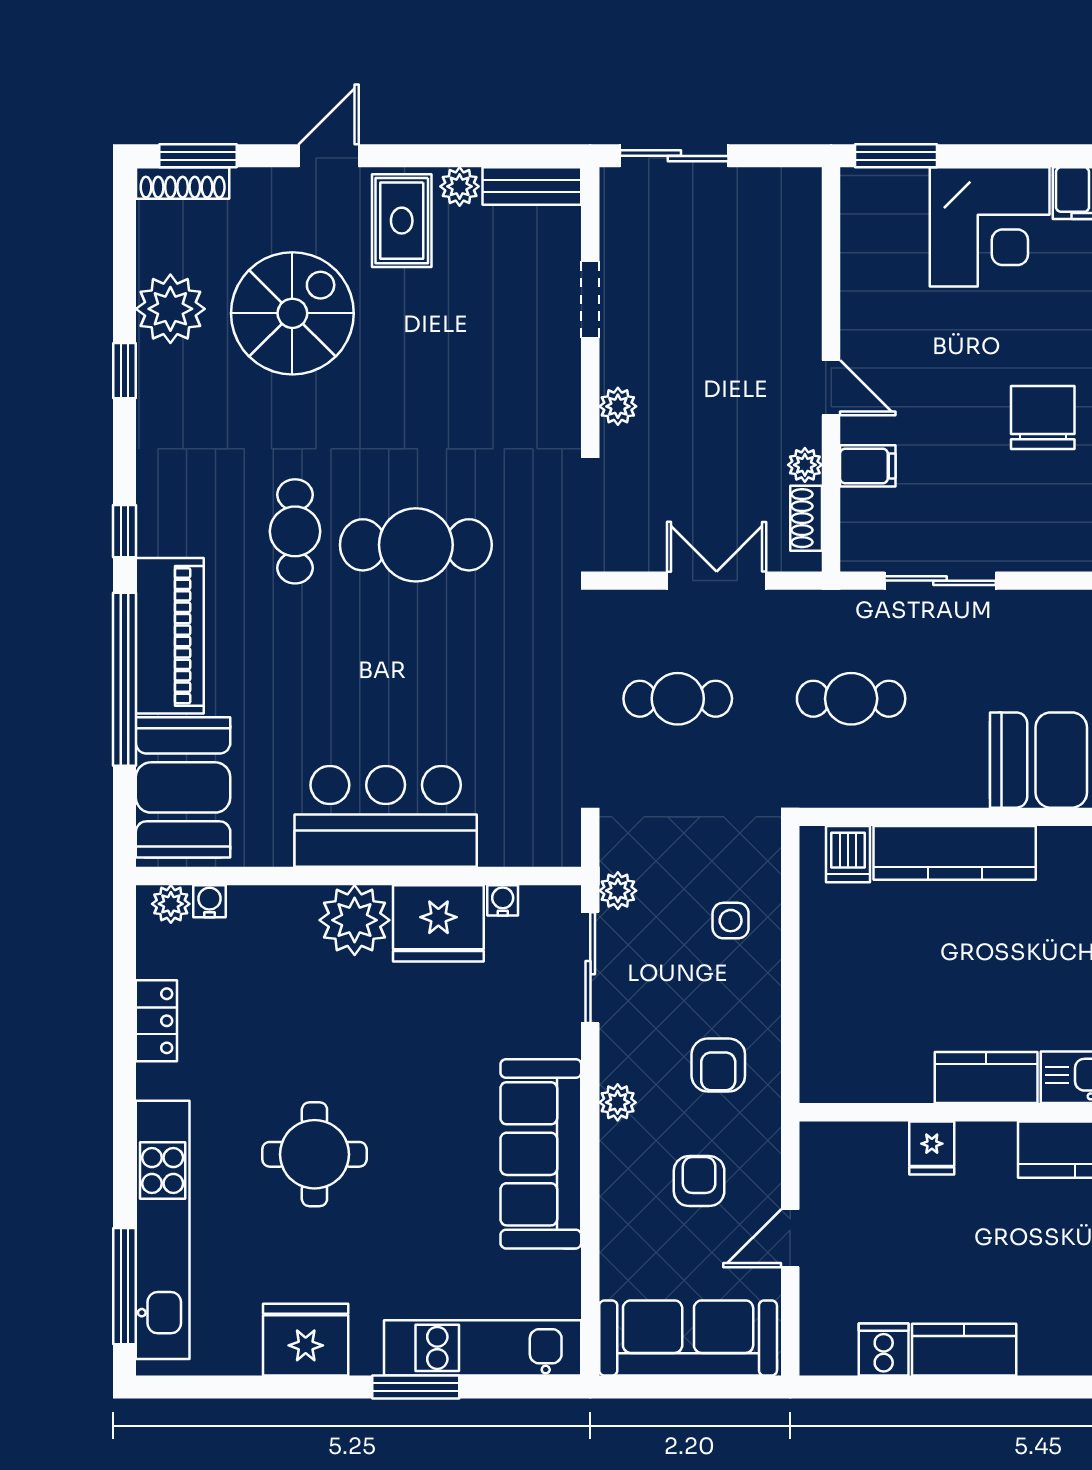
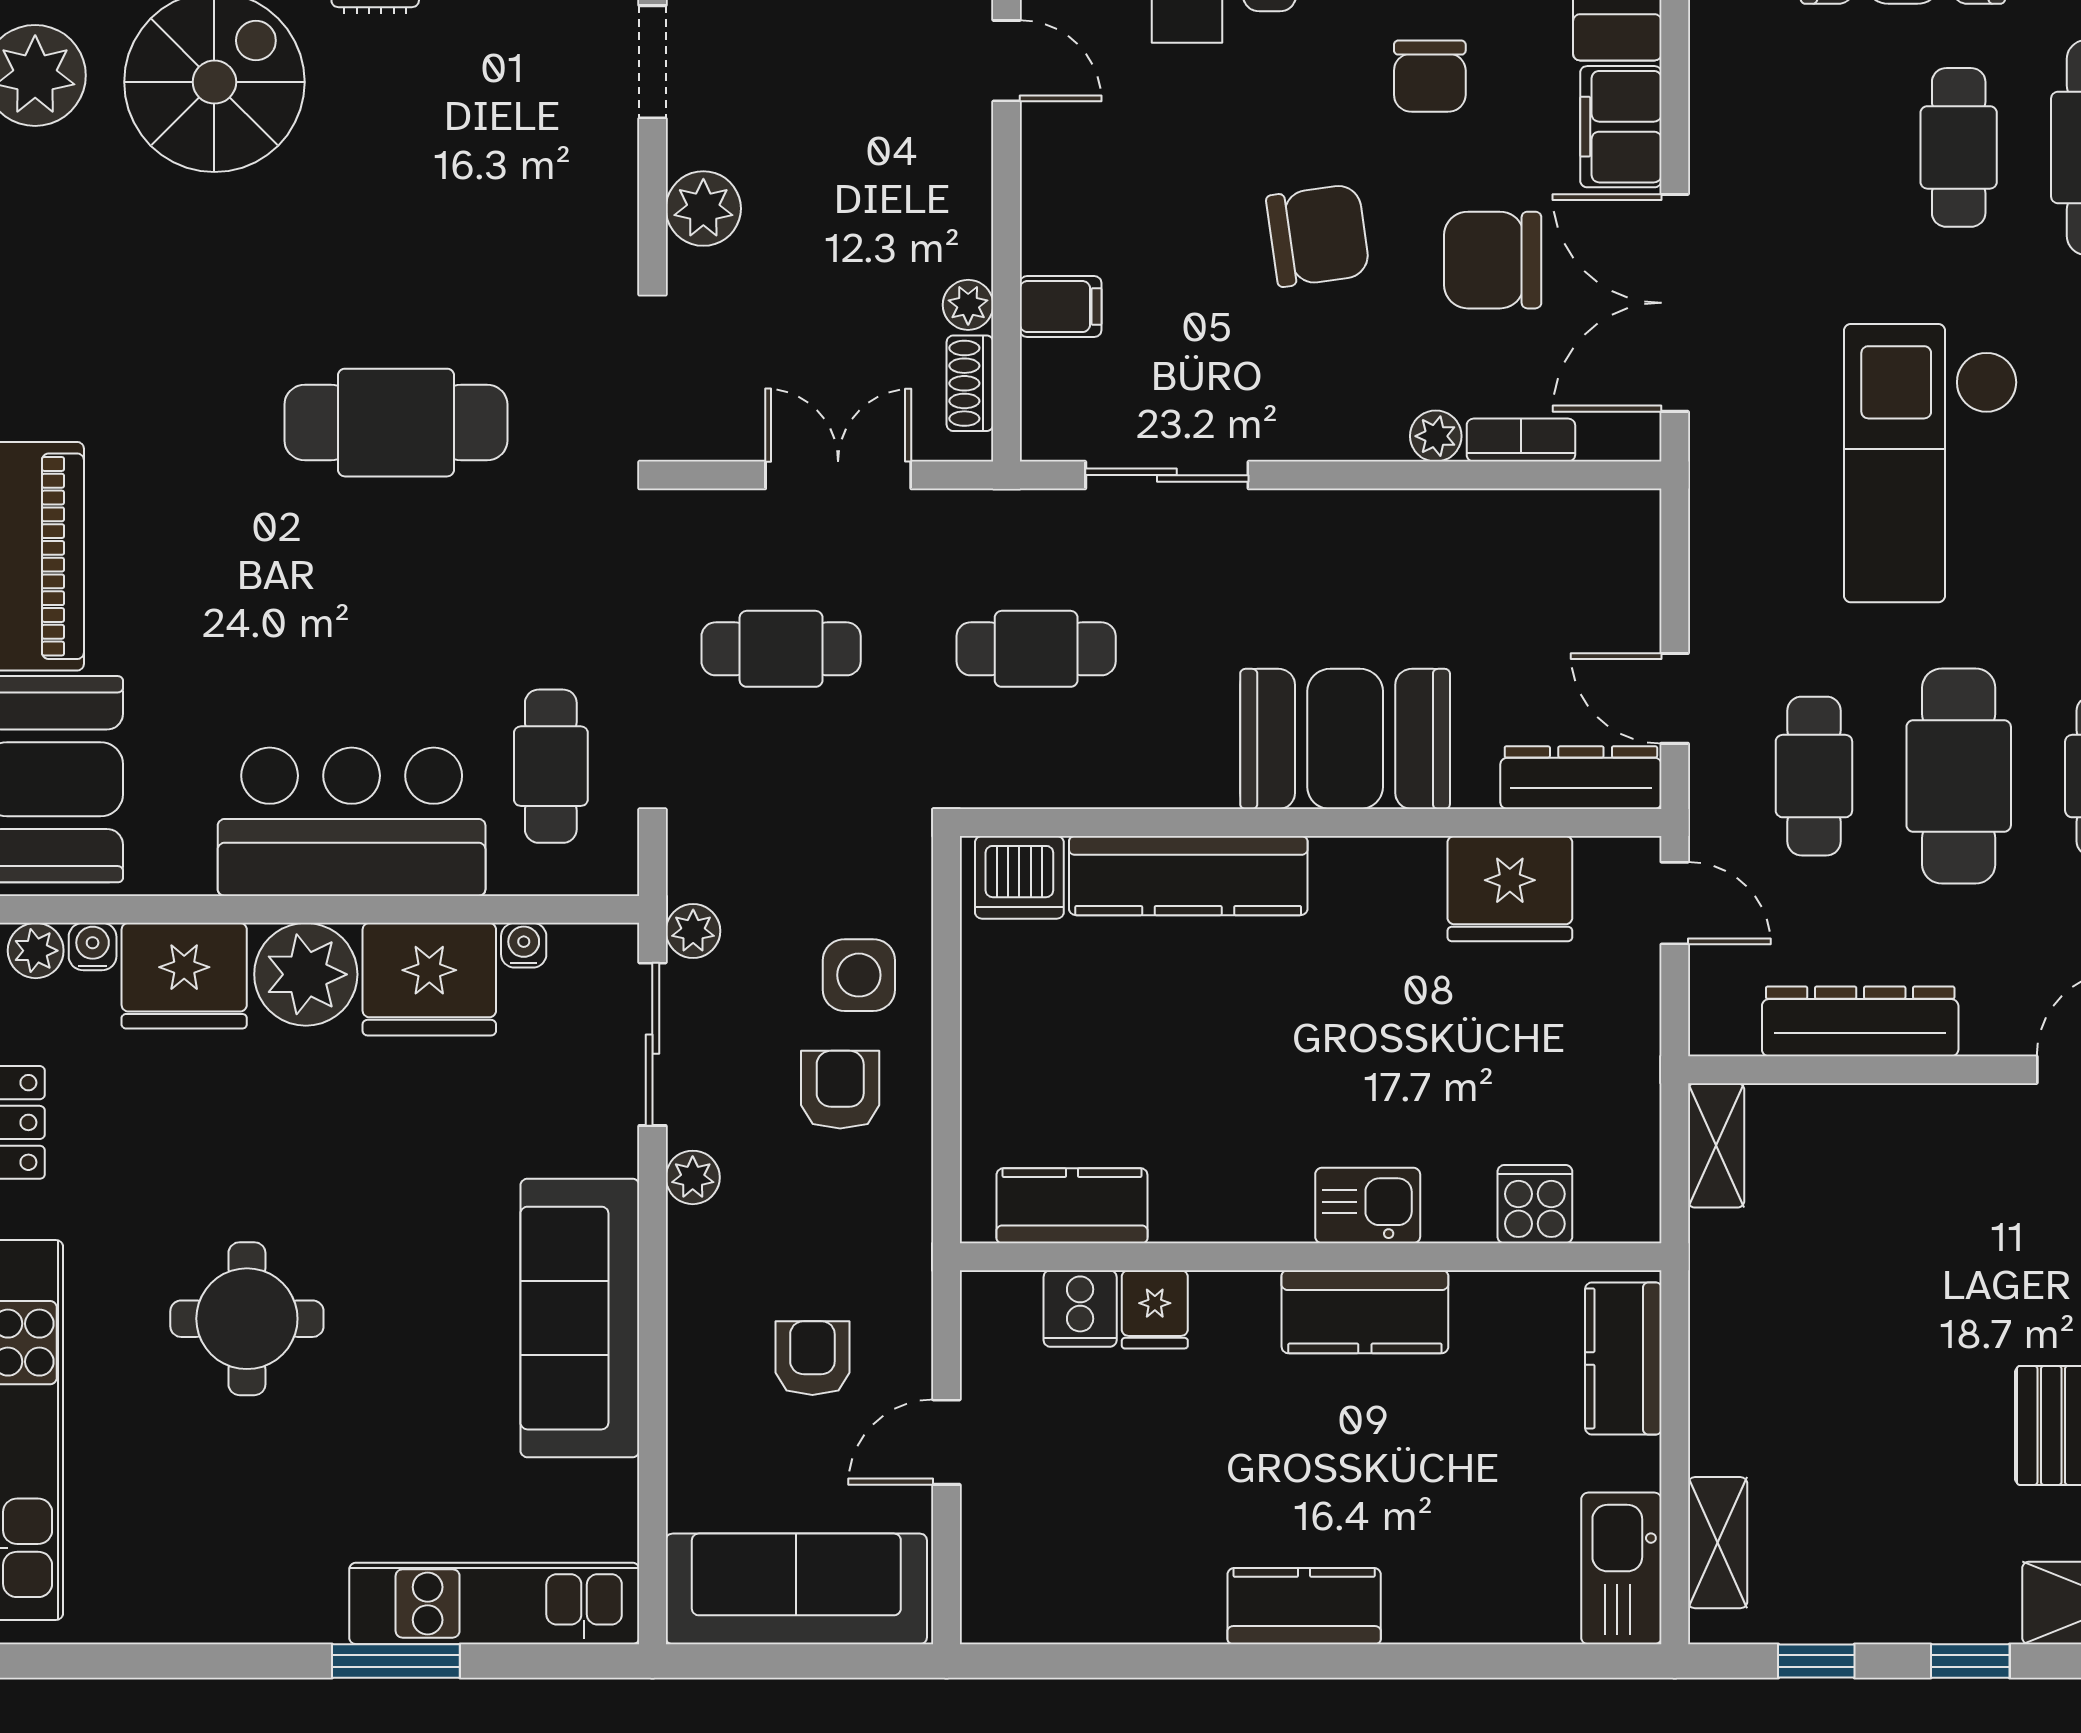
door: (831, 388) -> (1007, 61), moved
plant: (618, 406) -> (703, 209), width x1.38, depth x1.38
chair: (1043, 418) -> (1318, 235), turned 82
cafe table: (295, 531) -> (551, 766), moved
dishwasher: (848, 854) -> (1019, 877), width x1.38
side table: (731, 921) -> (859, 975), width x1.37, depth x1.37
armchair: (718, 1065) -> (840, 1090), moved, turned 180
kitchen counter: (986, 1077) -> (1072, 1206), moved
plant: (618, 1102) -> (693, 1177), moved
fridge: (306, 1340) -> (184, 976), moved, turned 180
cooker: (884, 1350) -> (1080, 1309), moved, turned 180
kitchen counter: (964, 1350) -> (1304, 1606), moved

